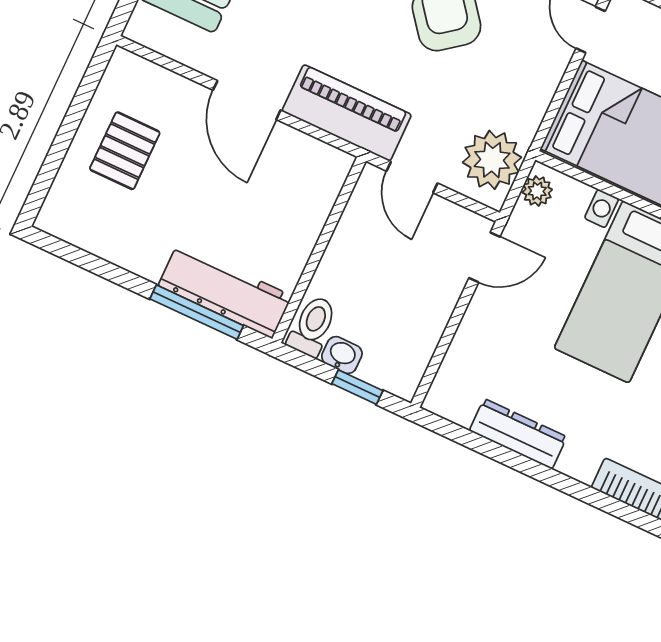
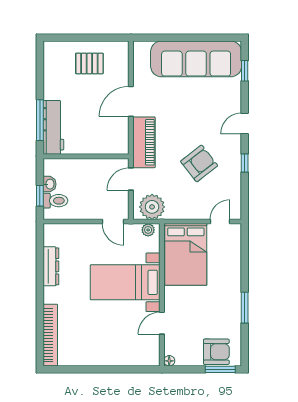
toilet: (312, 326) -> (55, 201), moved

